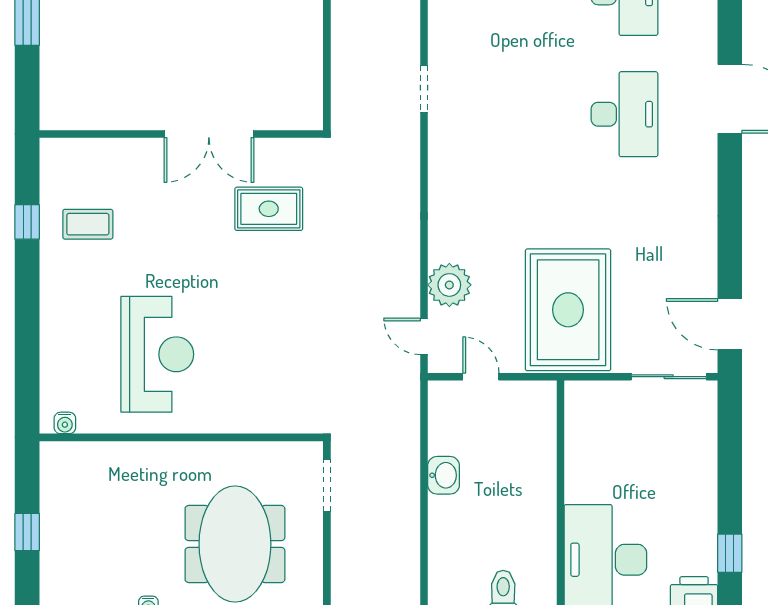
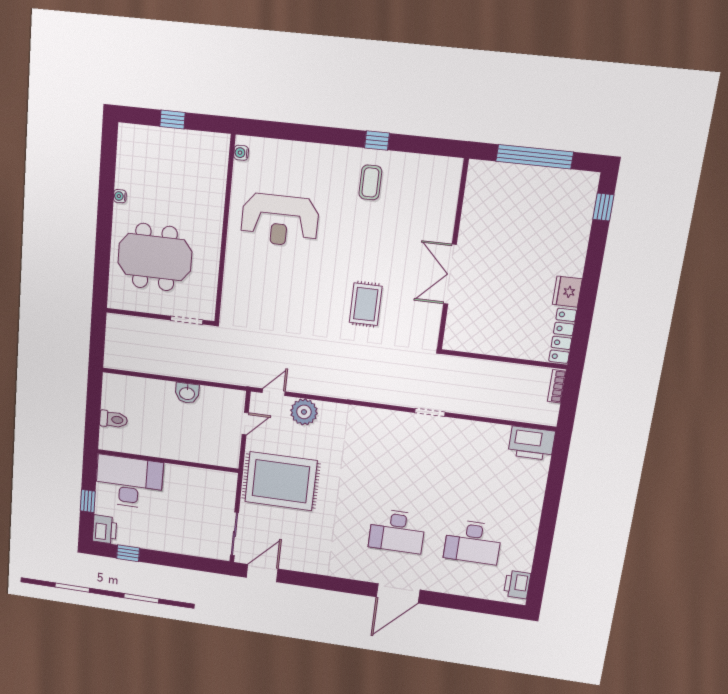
wall: (181, 134) -> (453, 256), moved
double door: (209, 134) -> (450, 274), moved

